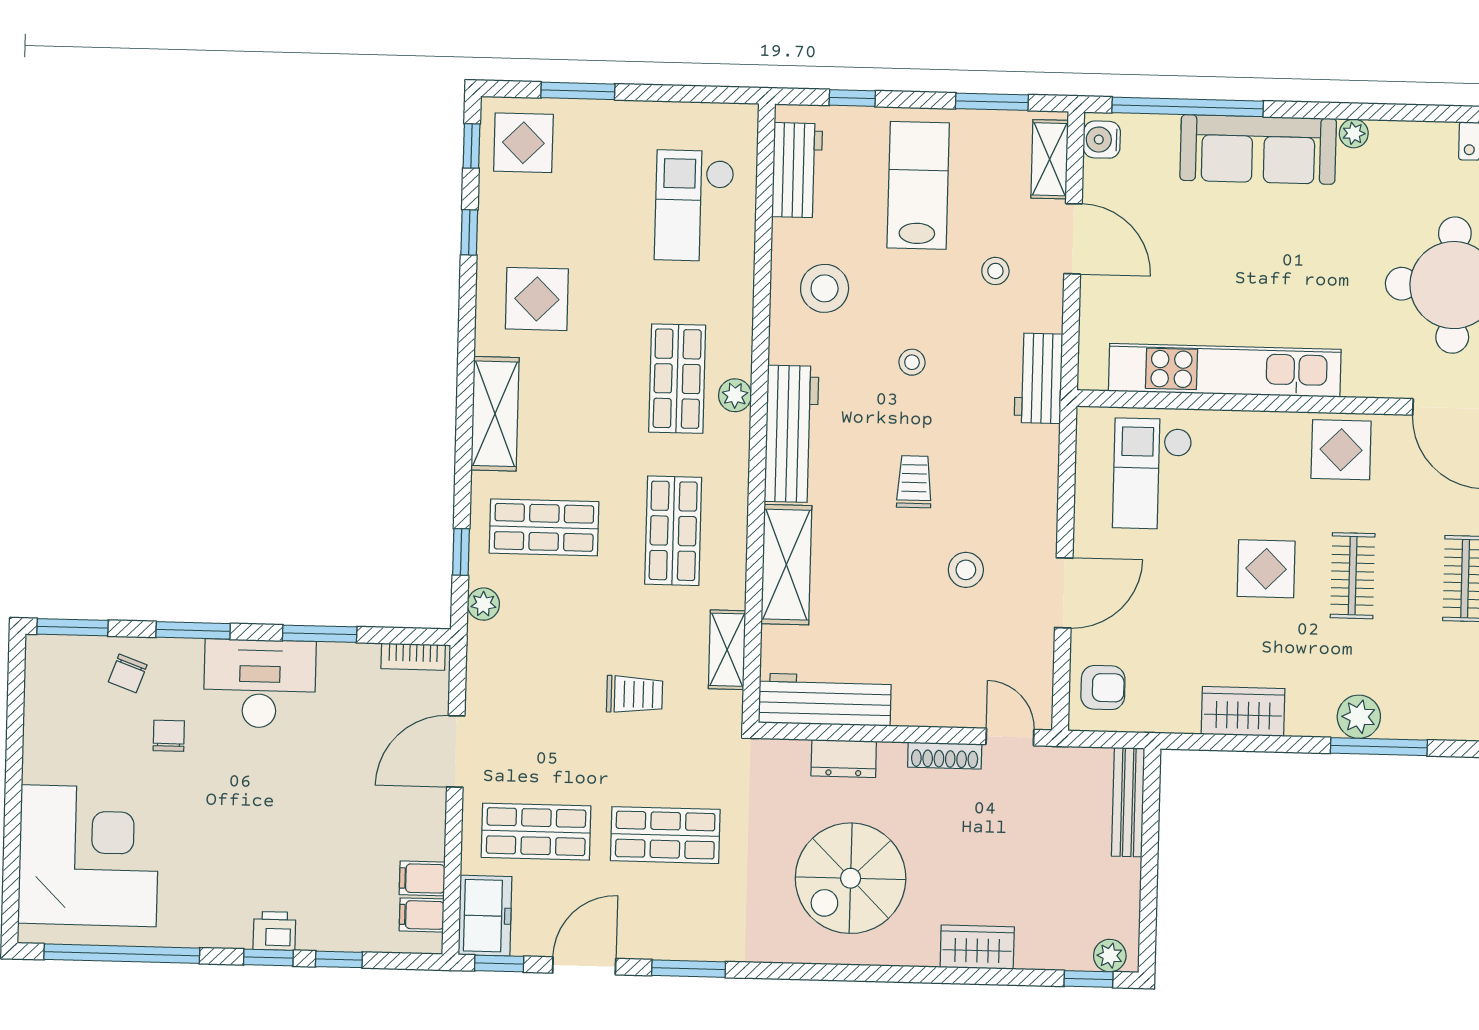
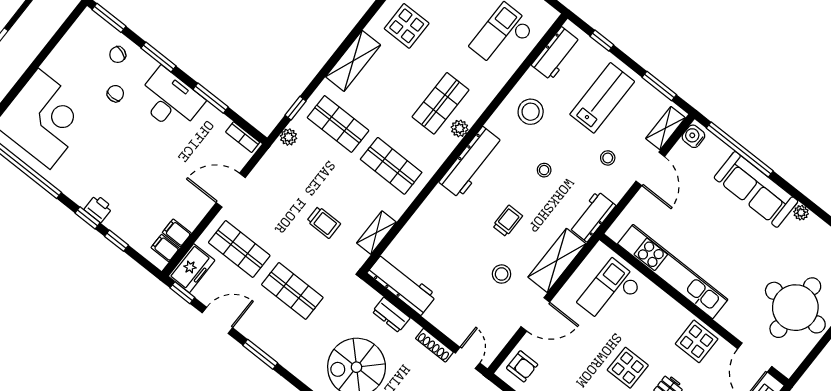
shop shelf: (673, 531) -> (391, 166), turned 90
shelving: (786, 565) -> (557, 260), moved

